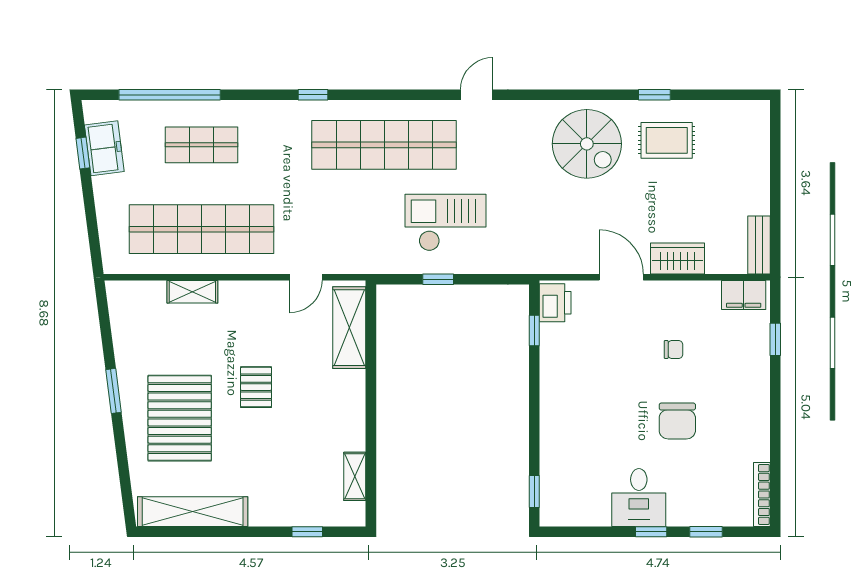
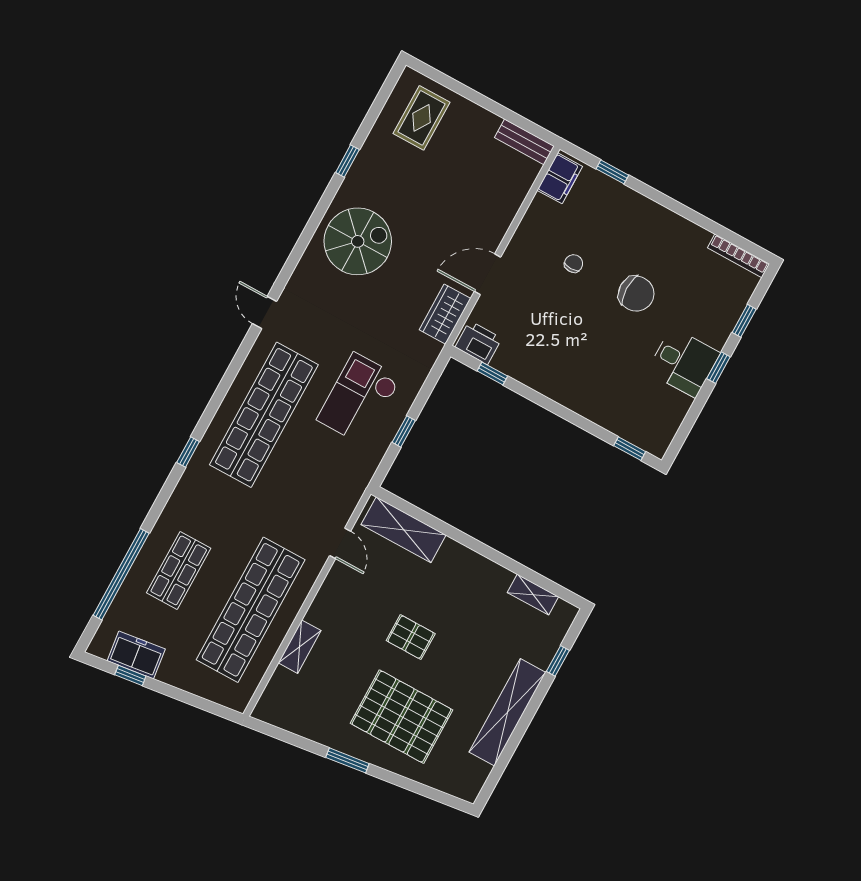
rug: (667, 140) -> (421, 118), moved
wardrobe: (677, 258) -> (445, 314), moved
shelving: (193, 512) -> (507, 712), moved

